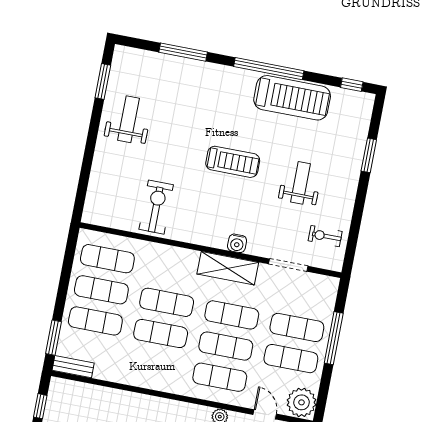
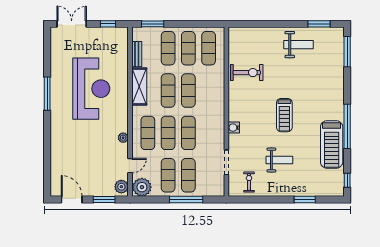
window: (183, 52) -> (347, 52), moved
shelving: (228, 268) -> (139, 87), moved
bench: (73, 367) -> (137, 54), moved

